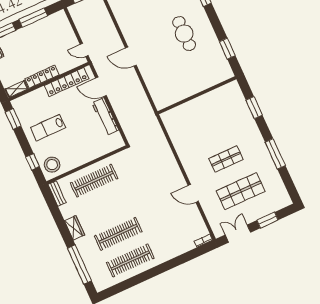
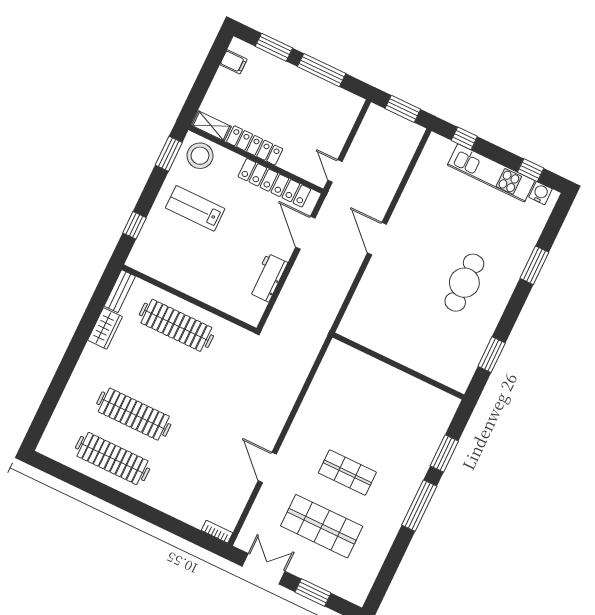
workbench: (105, 116) -> (268, 278), width x0.73
window: (275, 154) -> (419, 506), moved
stool: (52, 165) -> (200, 156), moved
wardrobe: (74, 228) -> (105, 328), moved
window: (79, 264) -> (52, 397), removed

